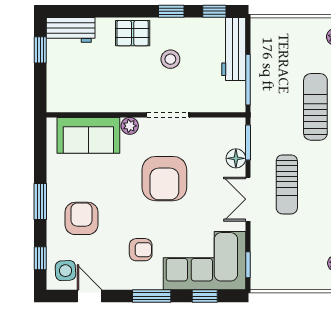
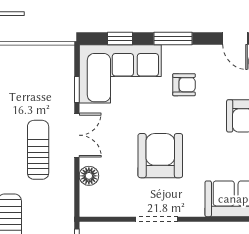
plant: (130, 126) -> (195, 208), removed
window: (248, 142) -> (77, 192), removed
armchair: (141, 250) -> (184, 85), turned 180
window: (248, 265) -> (77, 89), moved

